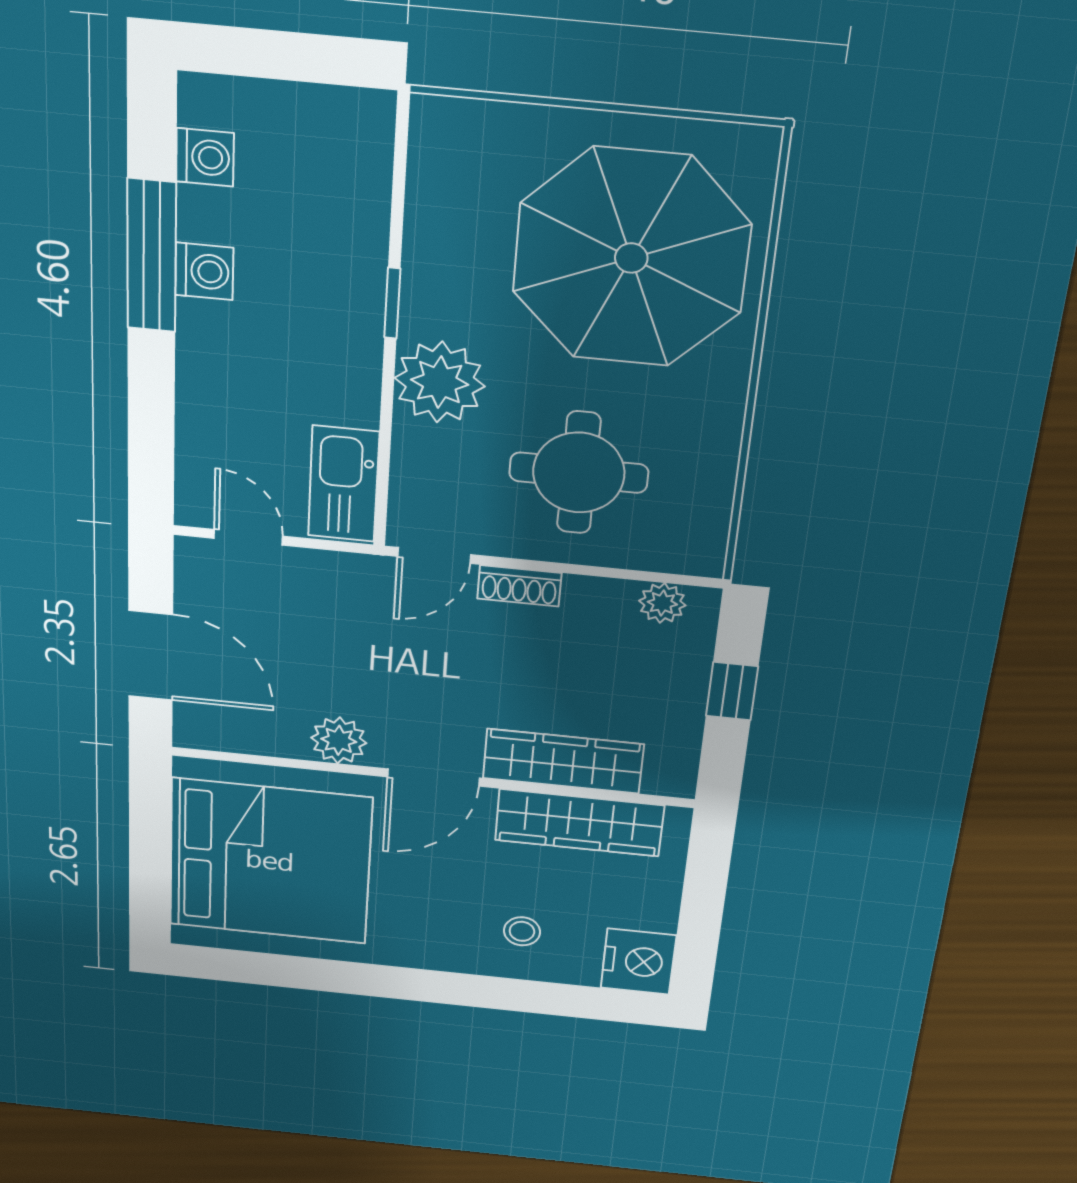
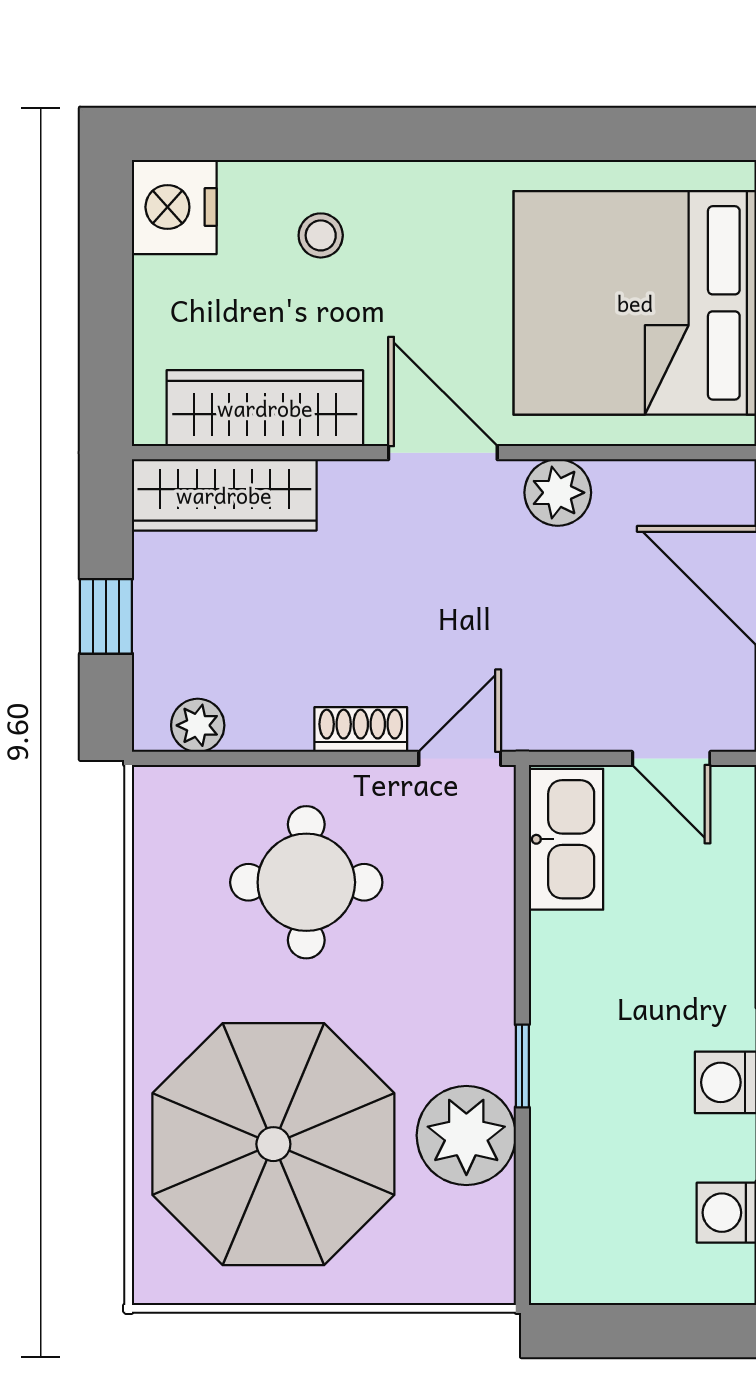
plant: (440, 382) -> (466, 1135), moved
wardrobe: (563, 761) -> (224, 495), moved
door: (433, 777) -> (443, 453), hinge flipped

